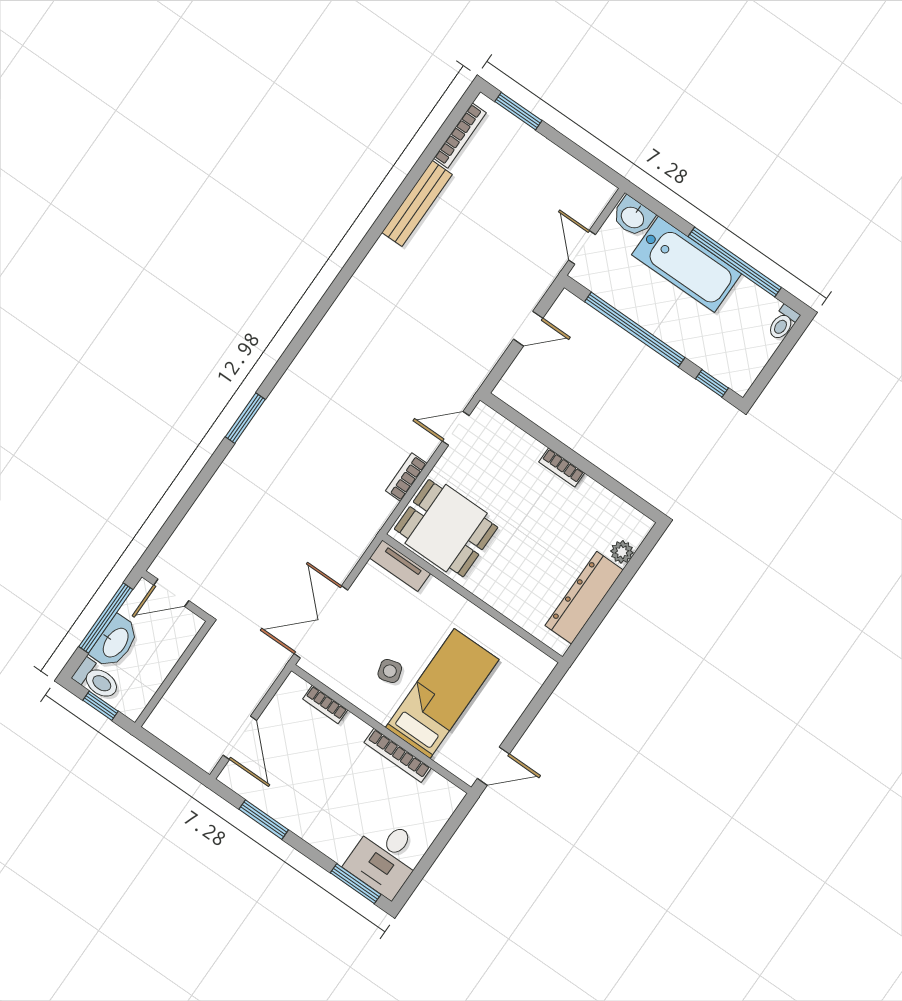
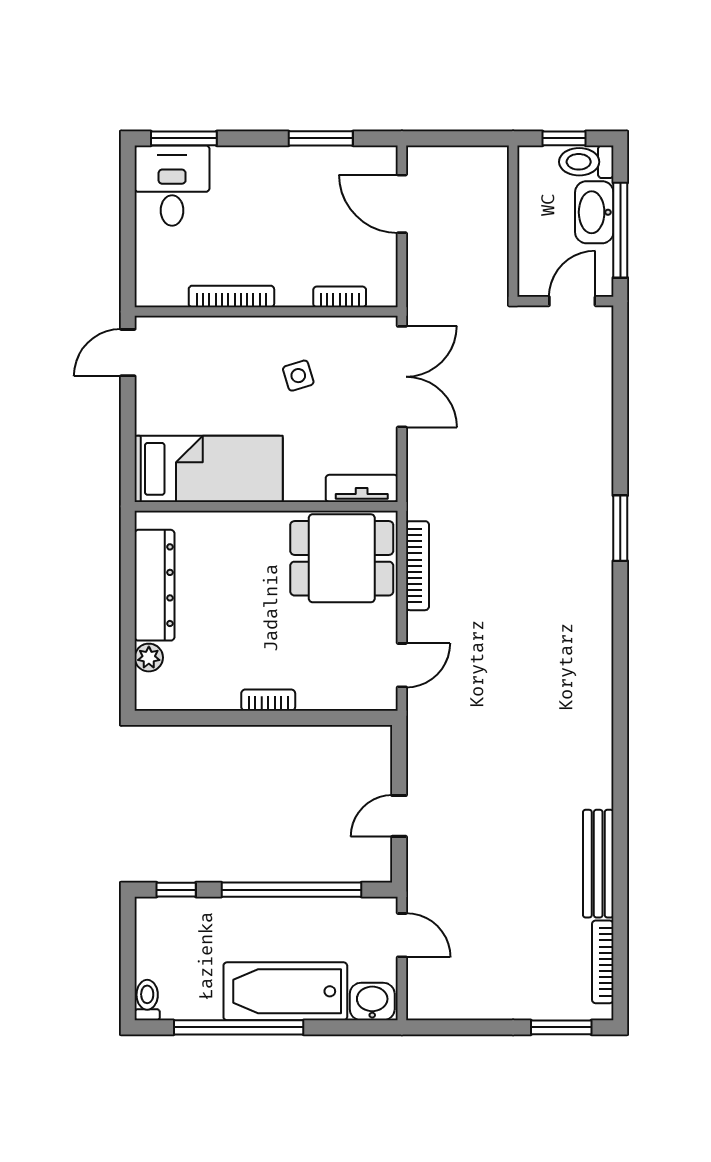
bookcase: (406, 477) -> (417, 566), width x1.56
bed: (442, 694) -> (209, 469), moved, turned -90

